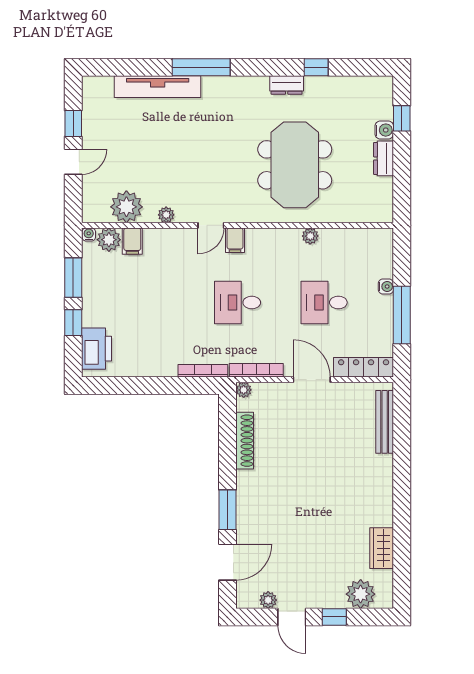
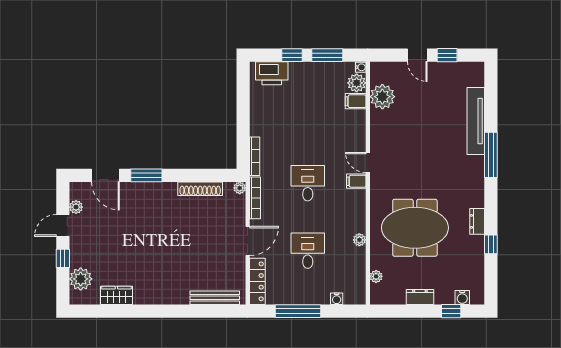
water cooler: (384, 130) -> (462, 297), moved
plant: (166, 215) -> (376, 276), moved
water cooler: (386, 286) -> (337, 299), moved

